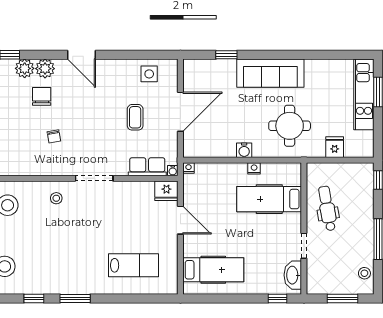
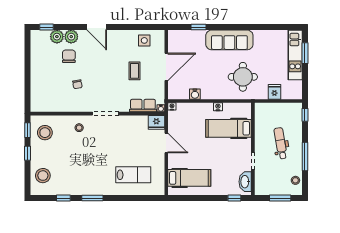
water cooler: (244, 150) -> (195, 94), moved
dental chair: (327, 208) -> (281, 143), moved

